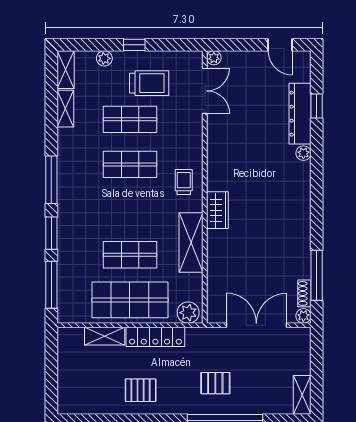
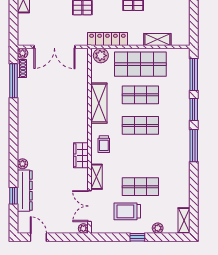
shelving: (65, 109) -> (96, 177), moved
shop shelf: (130, 164) -> (140, 125), moved
wardrobe: (217, 210) -> (81, 155), moved
locker: (155, 337) -> (107, 39), moved

